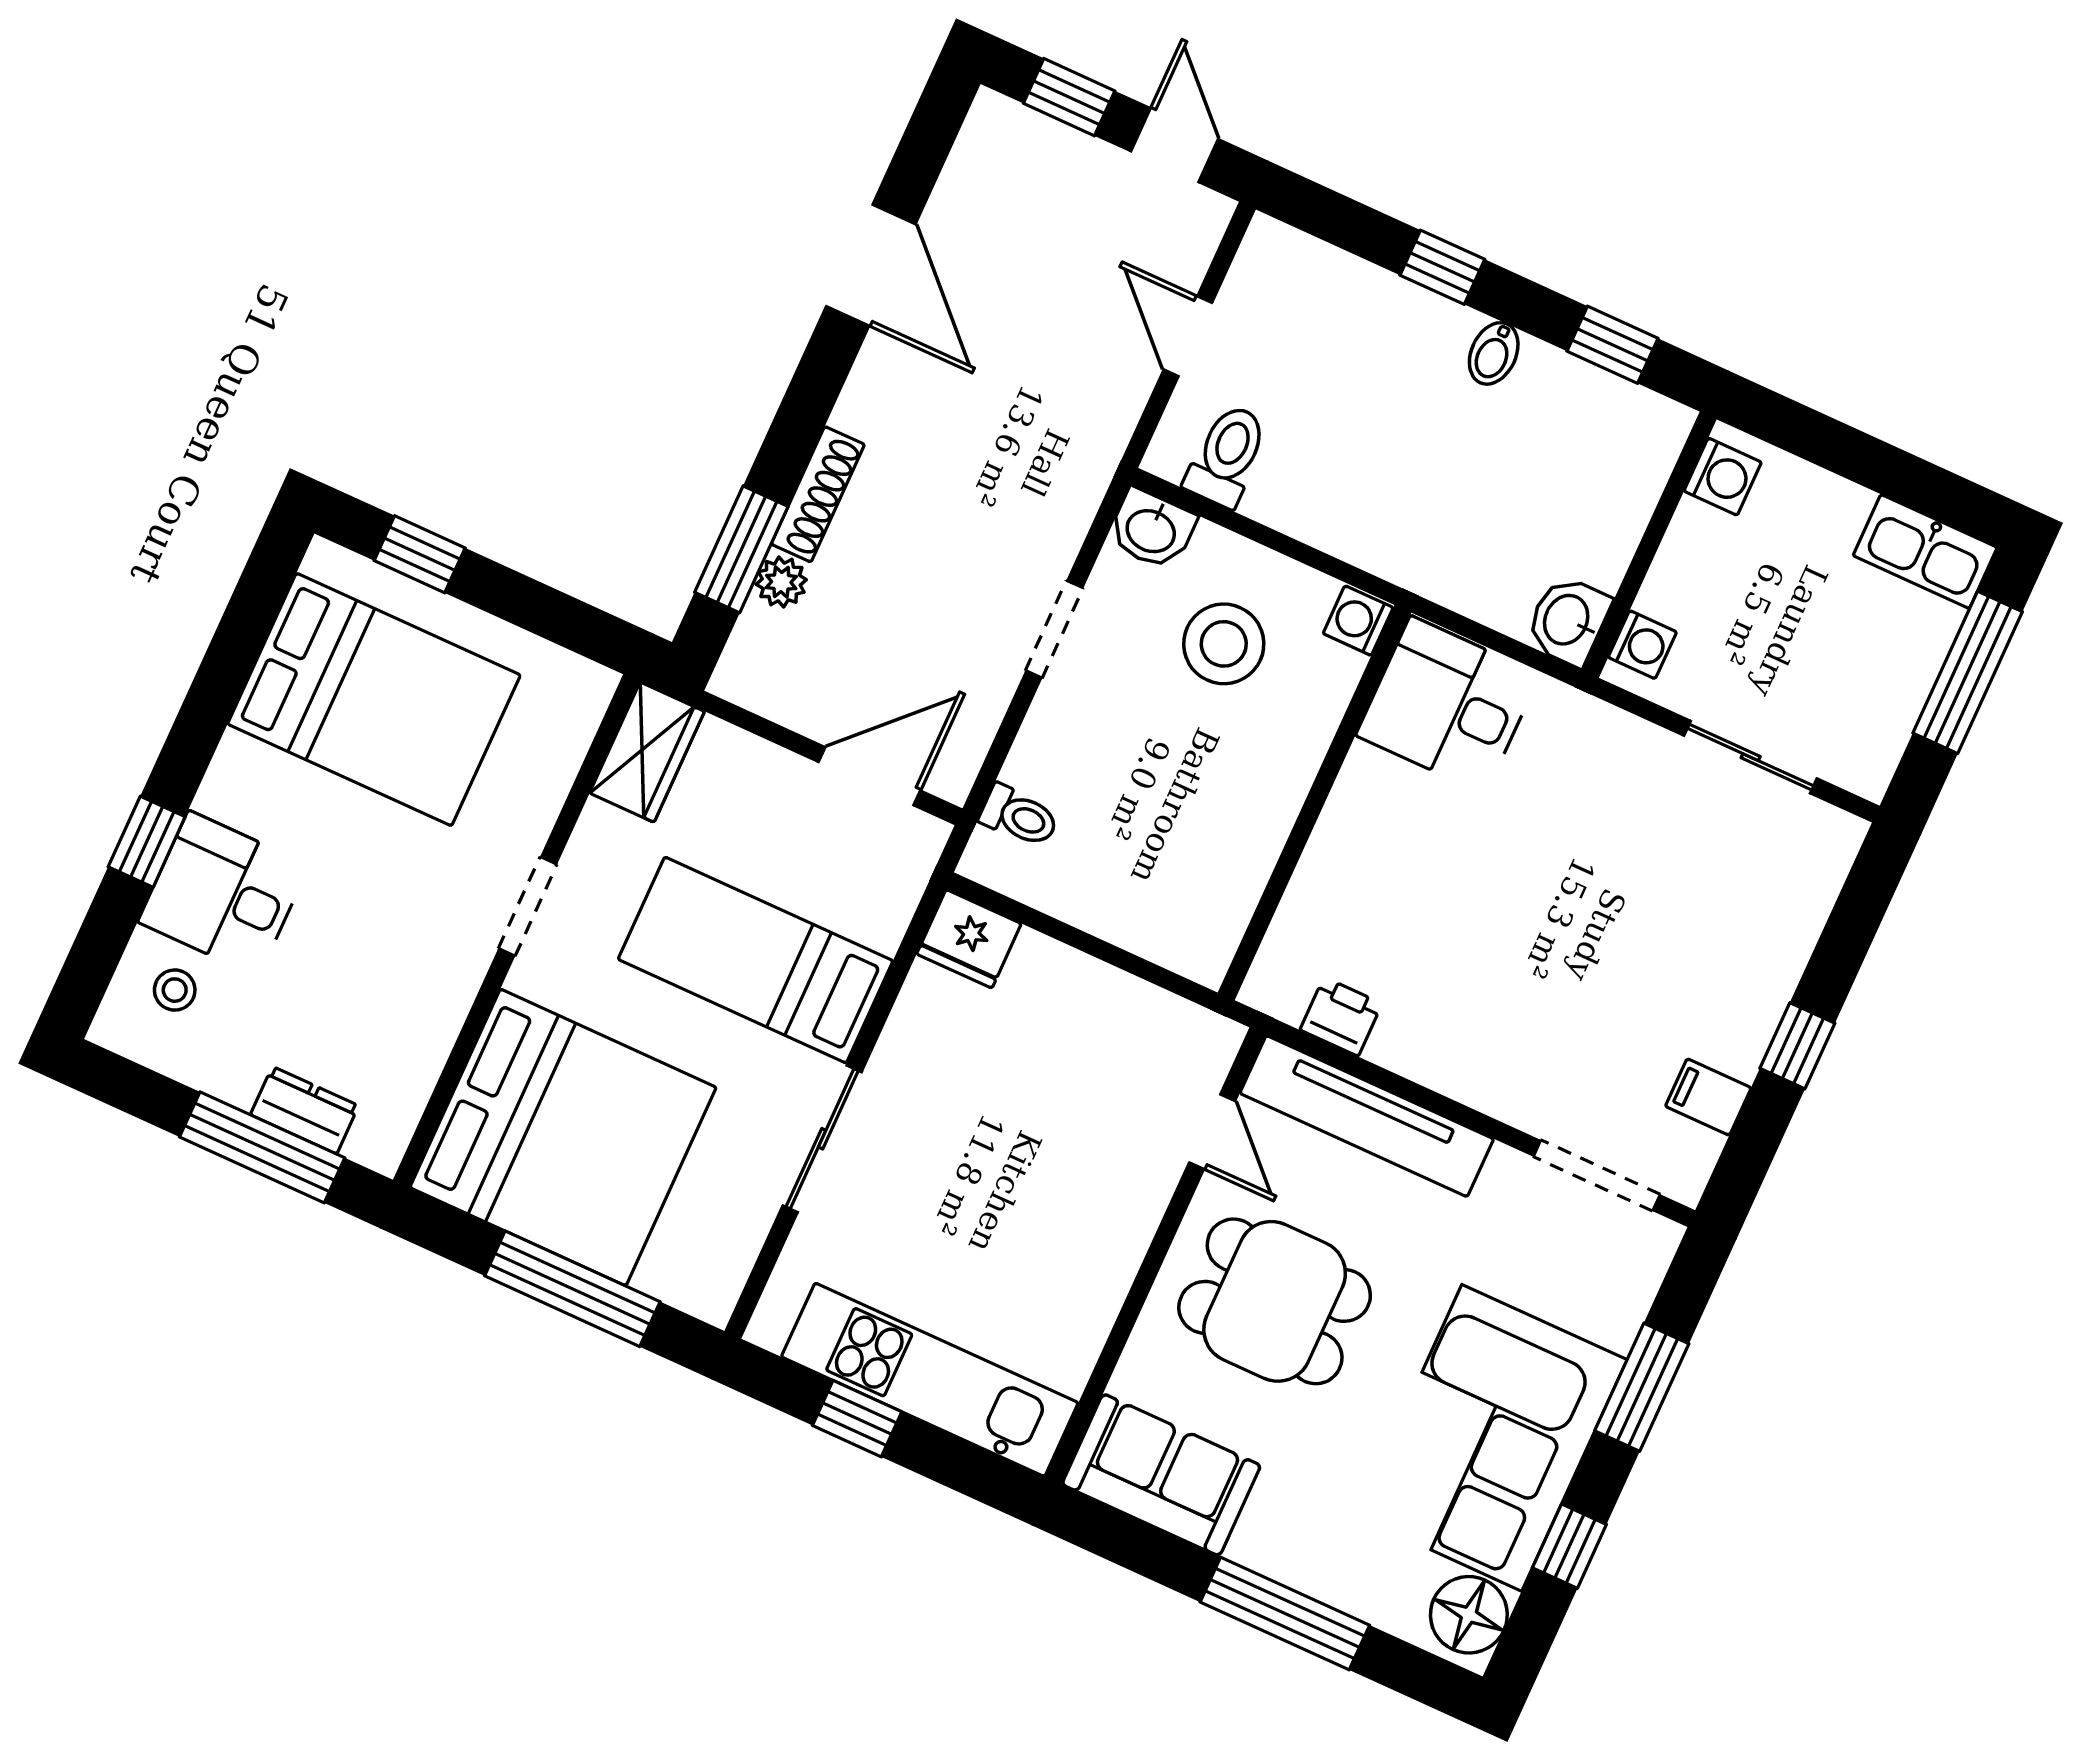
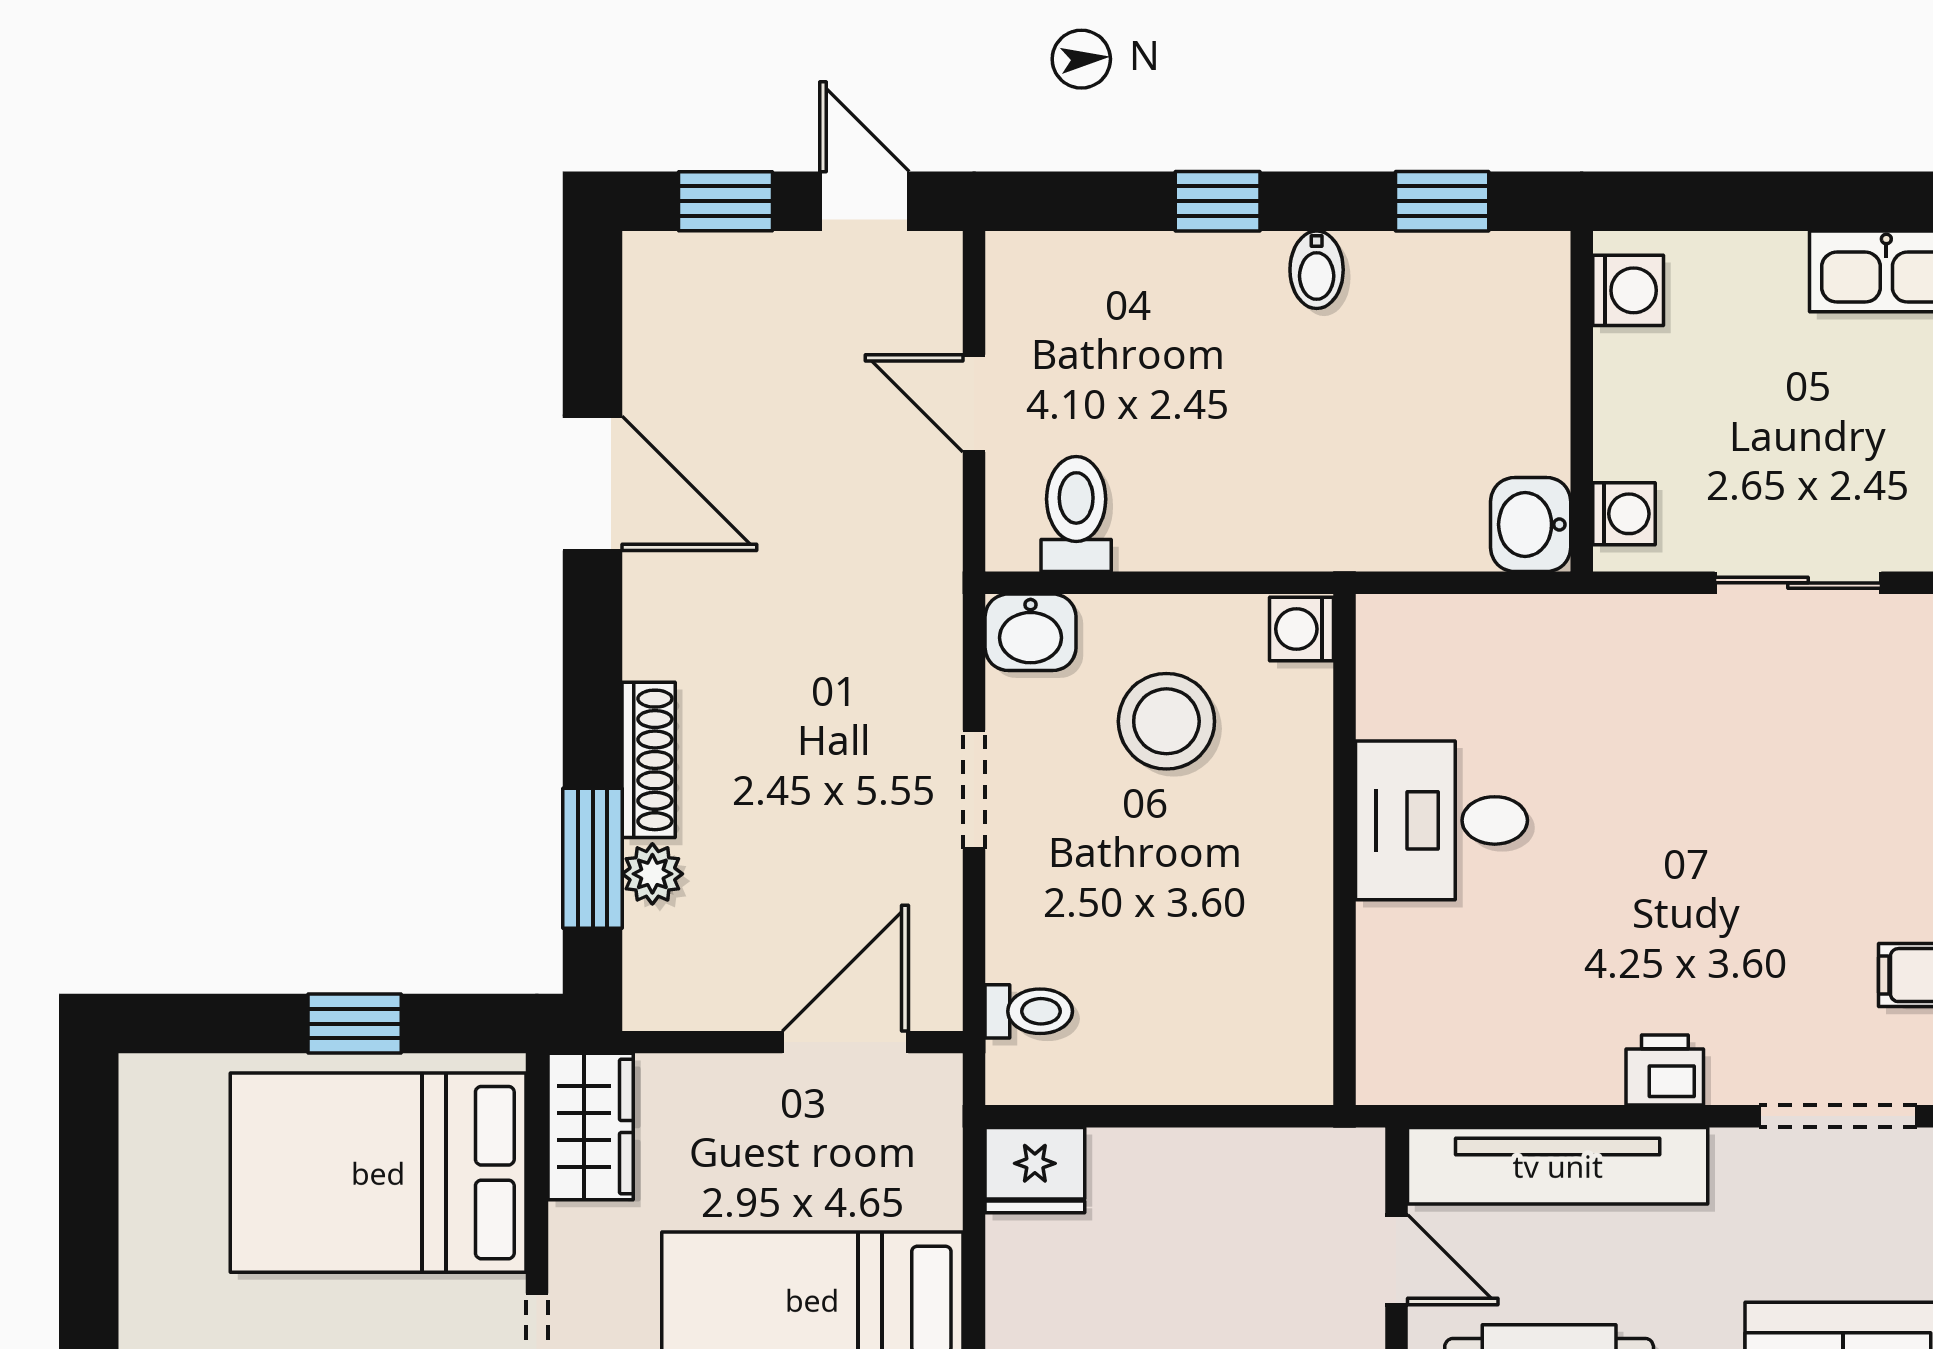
window: (420, 554) -> (355, 1024), moved
bed: (374, 700) -> (378, 1173), moved, turned 180
desk: (1448, 705) -> (1442, 820), moved
printer: (1341, 1017) -> (1665, 1070), moved

